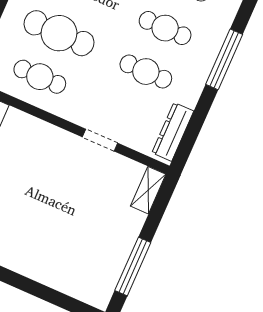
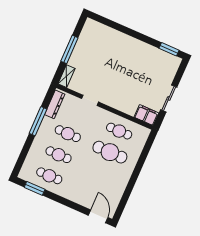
window: (224, 59) -> (38, 121), moved
window: (133, 266) -> (69, 49), moved

